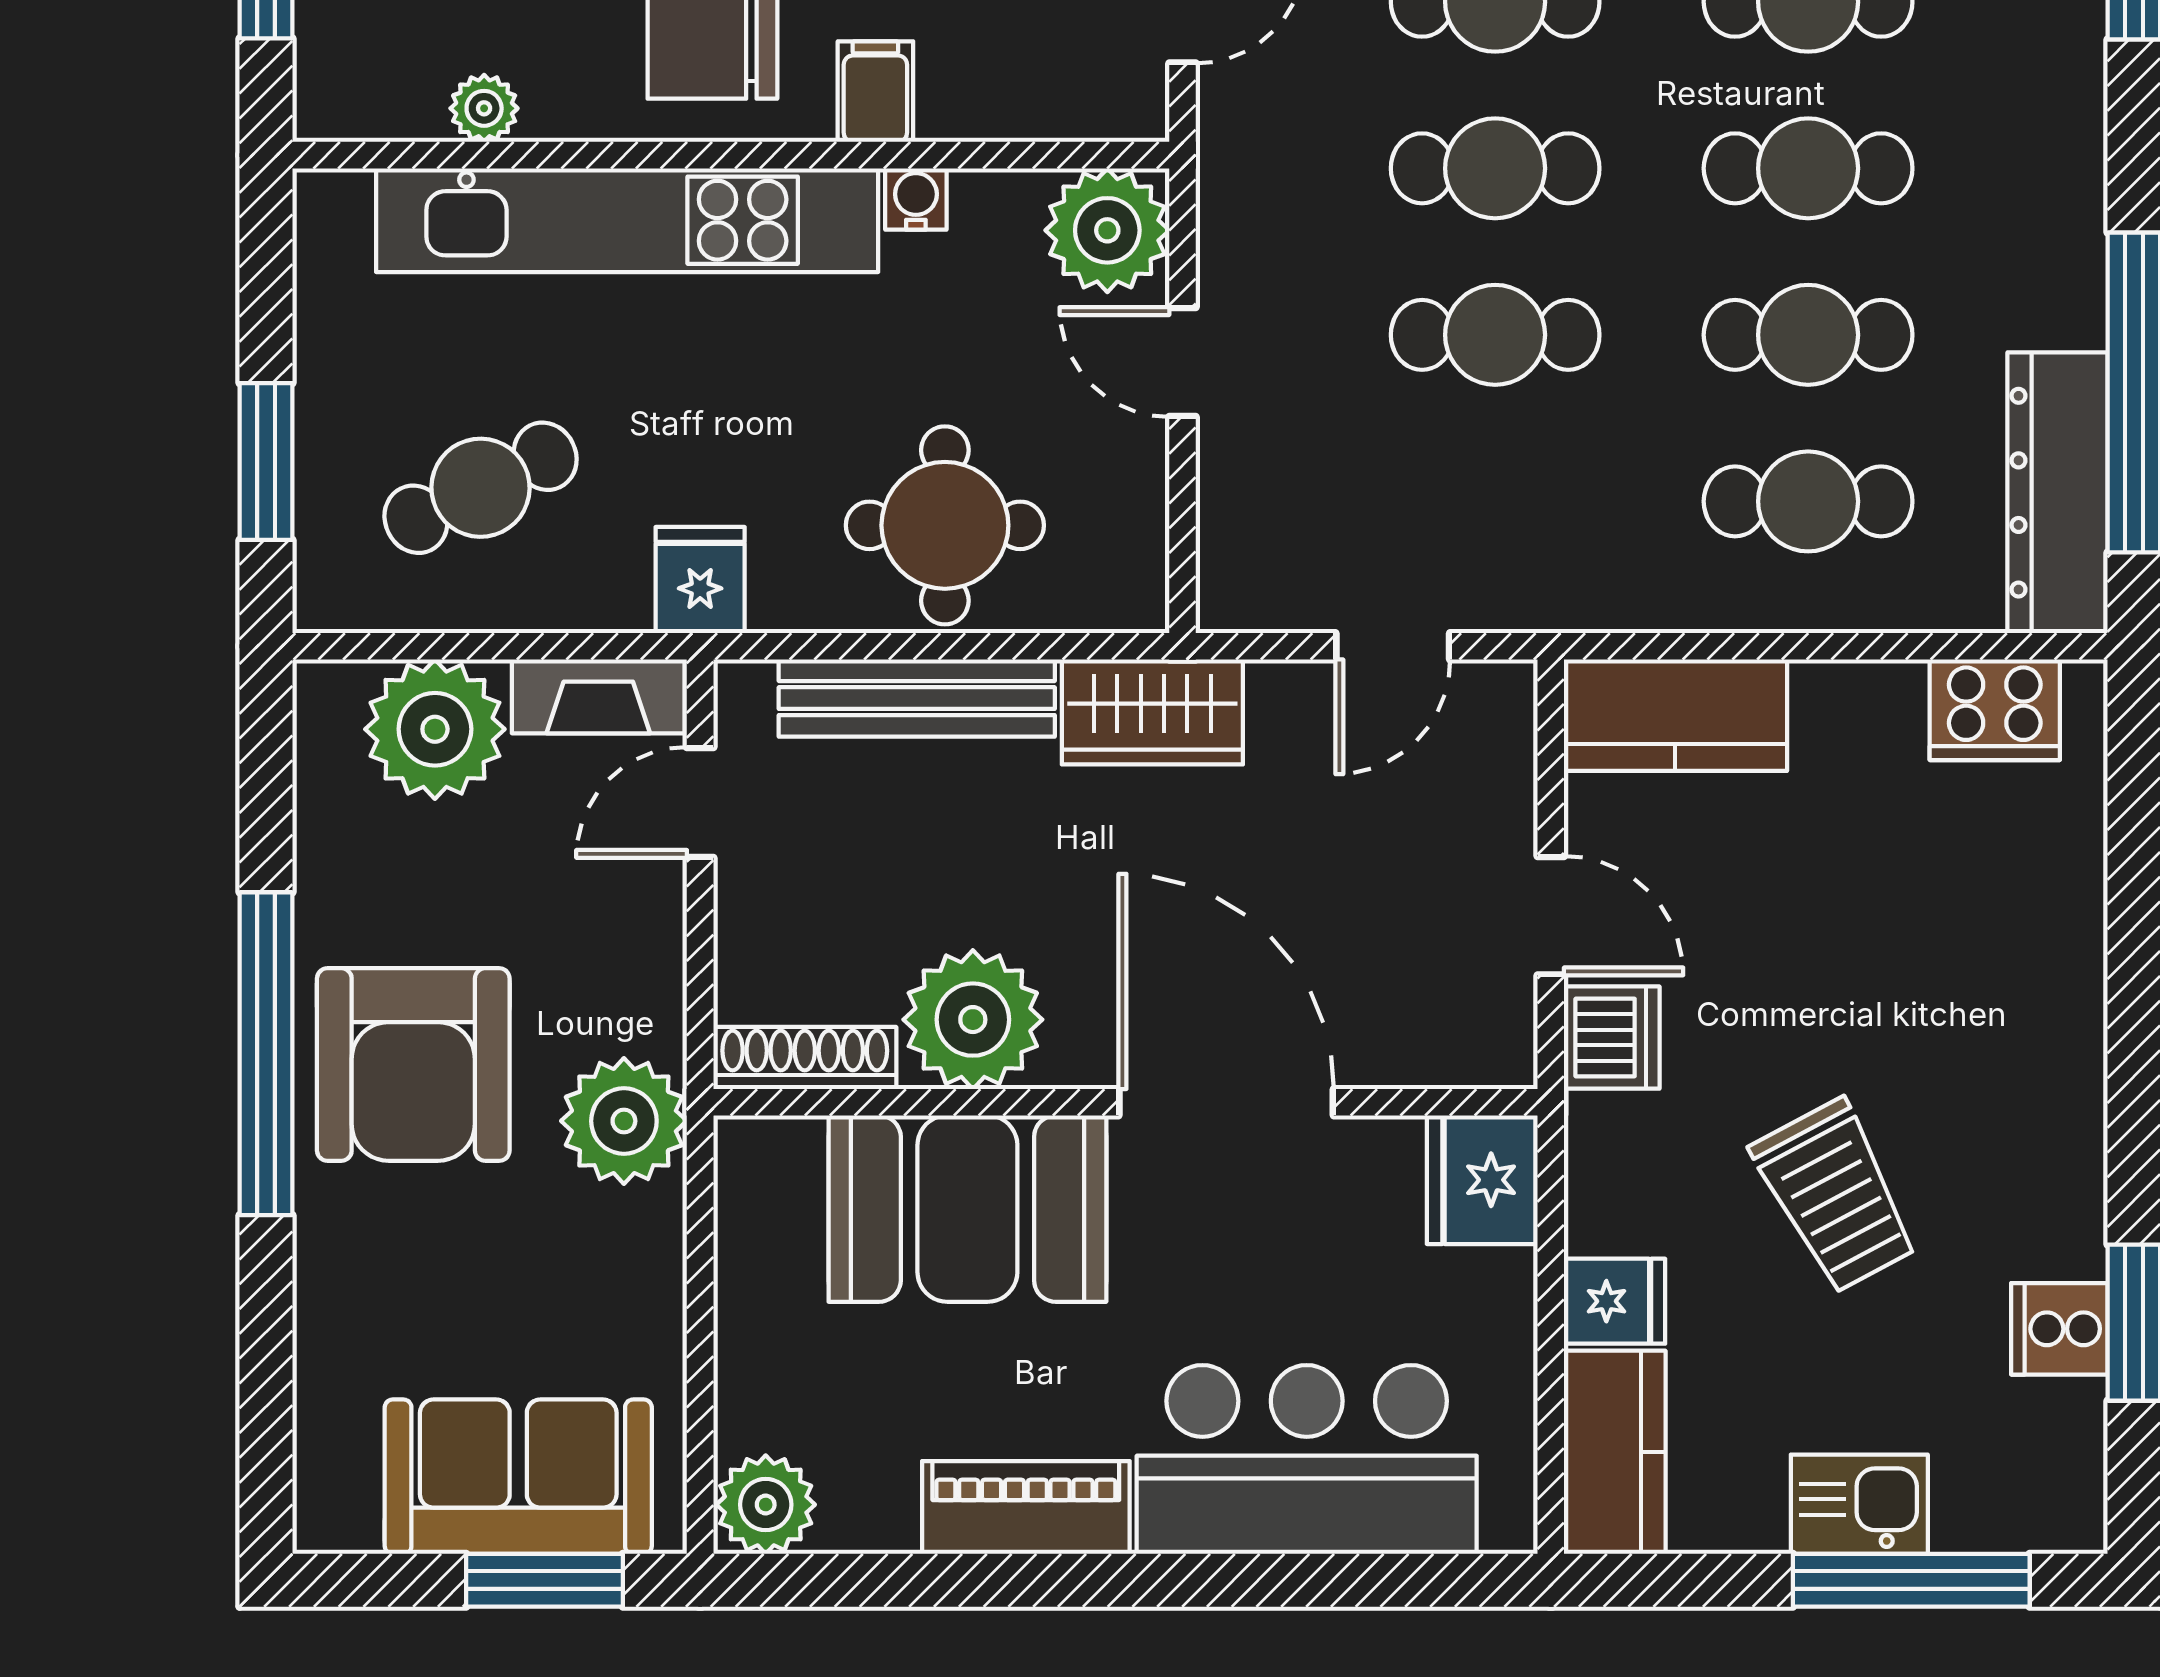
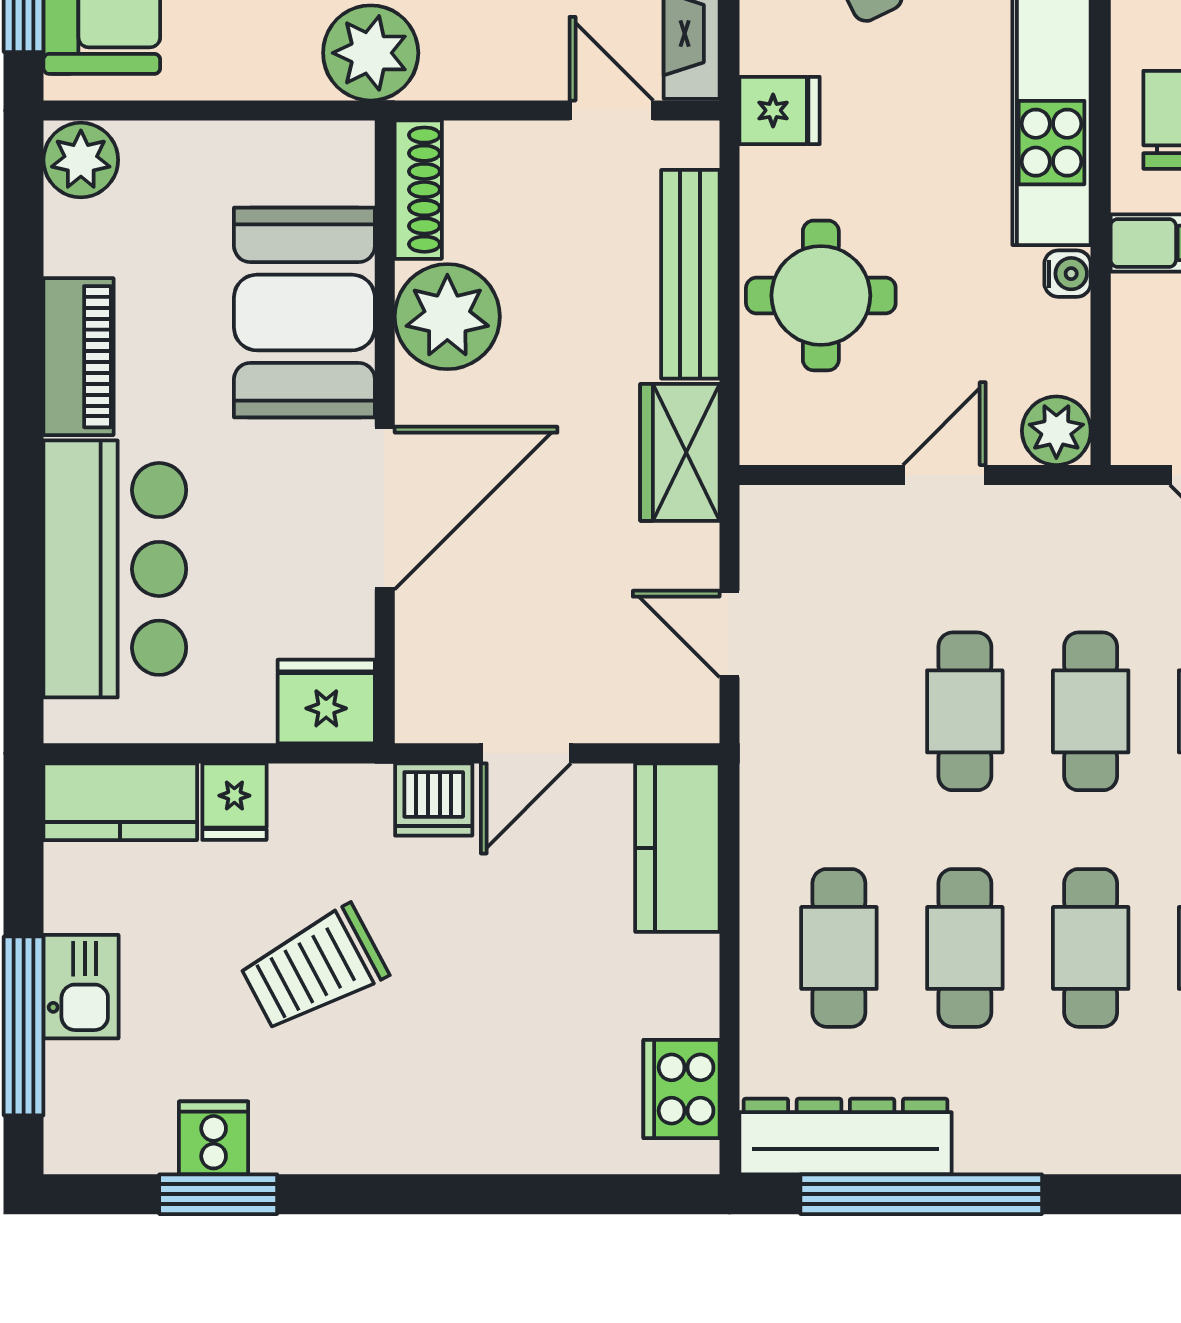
plant: (1107, 230) -> (1056, 431), width x0.73, depth x0.73

